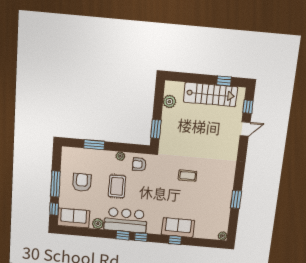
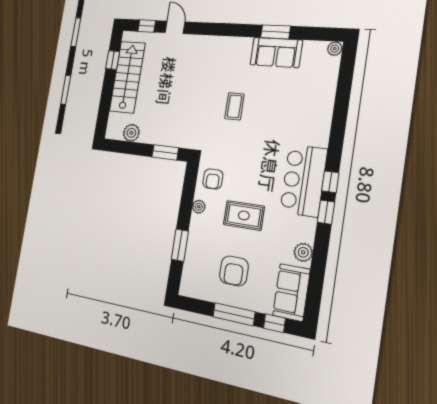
armchair: (82, 182) -> (234, 271), turned -90
bar counter: (126, 220) -> (304, 181), moved
sofa: (178, 227) -> (276, 52), moved, turned -90
window: (175, 240) -> (338, 125), removed

